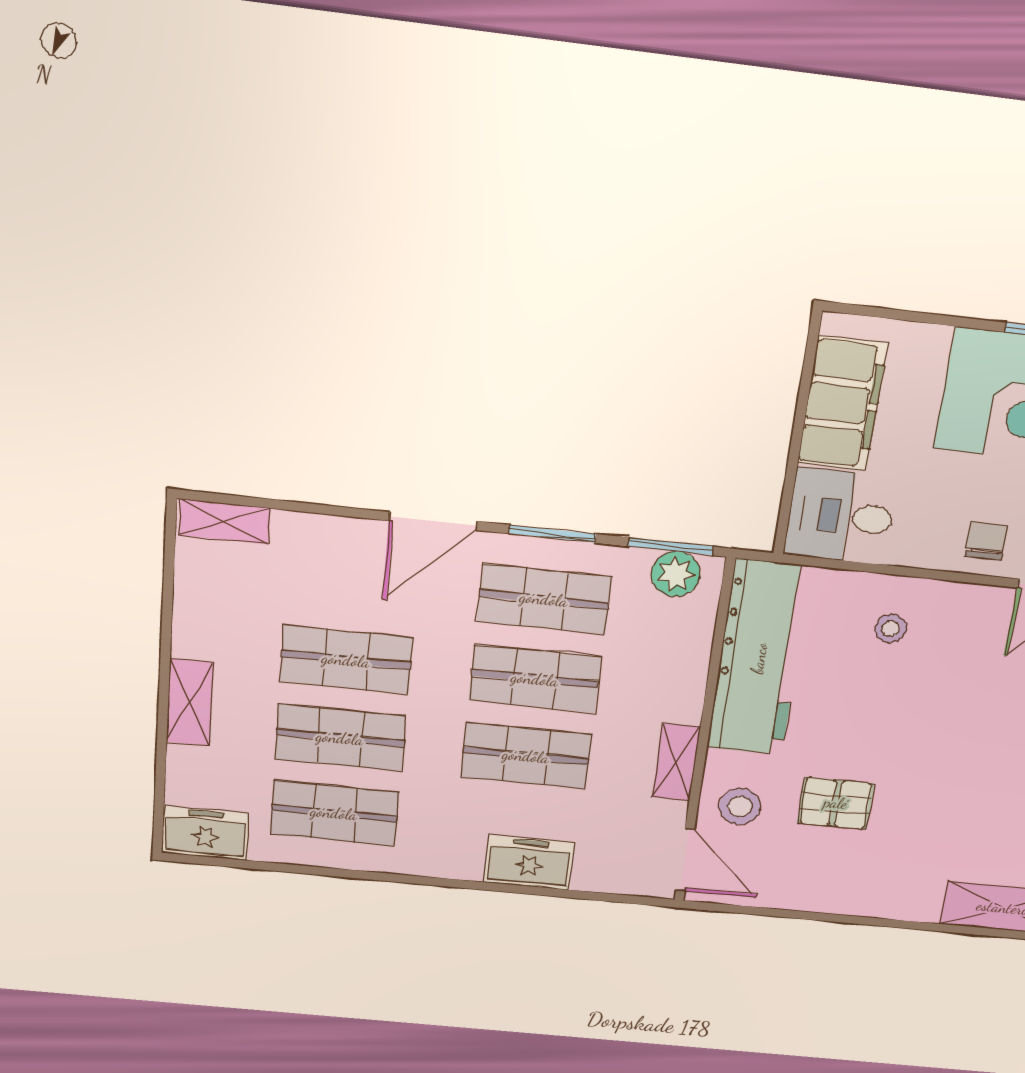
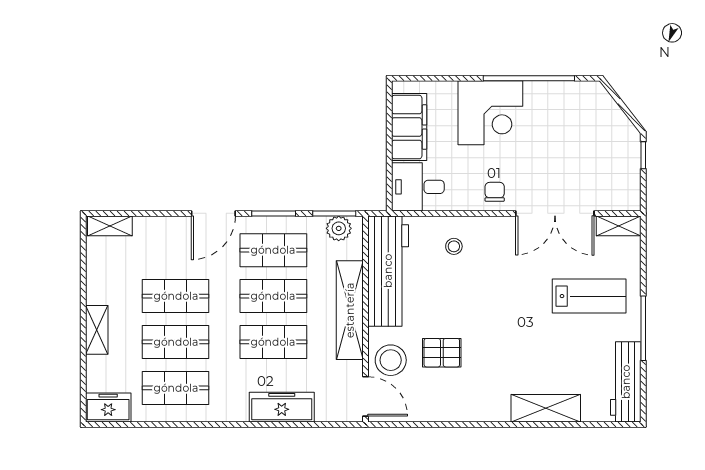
shelving: (676, 762) -> (350, 310), width x2.20, depth x1.33
stool: (740, 806) -> (391, 360), width x1.38, depth x1.38
freezer: (529, 863) -> (282, 407), width x1.40

